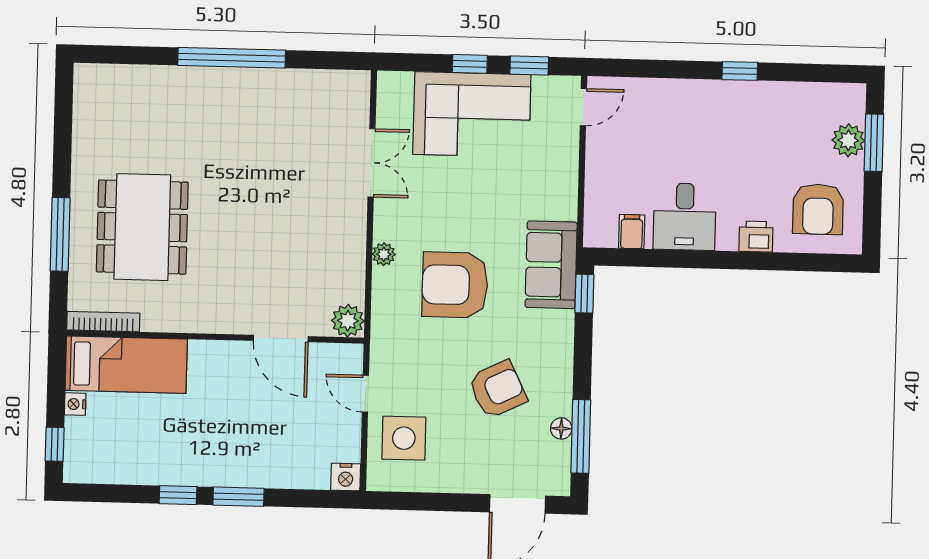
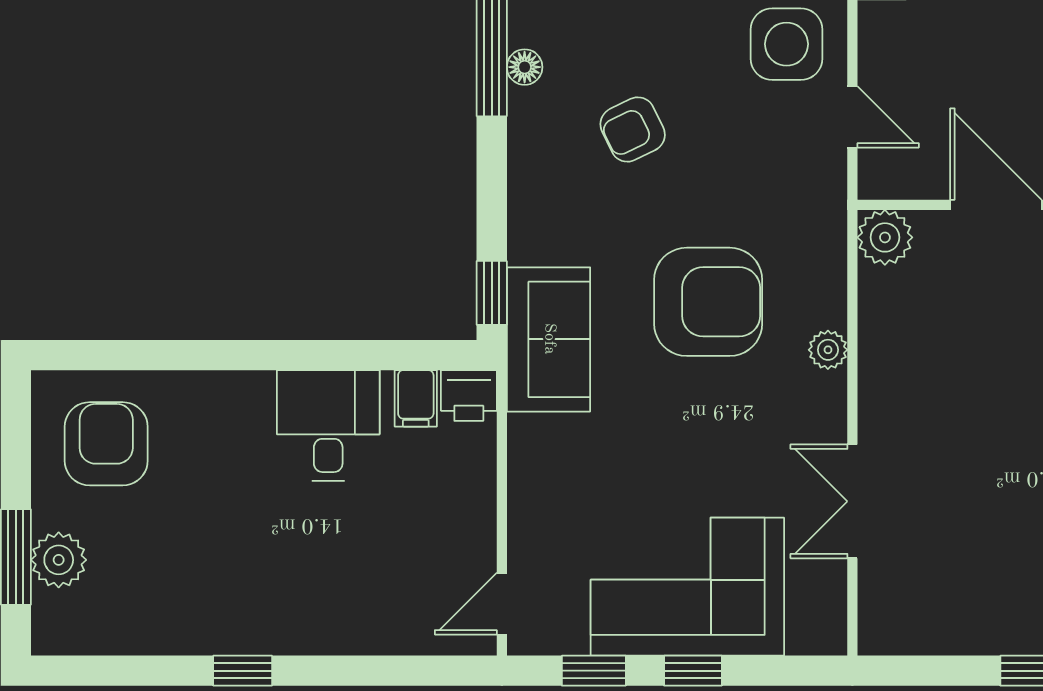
printer: (756, 237) -> (469, 396), moved
armchair: (497, 389) -> (633, 129), width x0.72, depth x0.72

